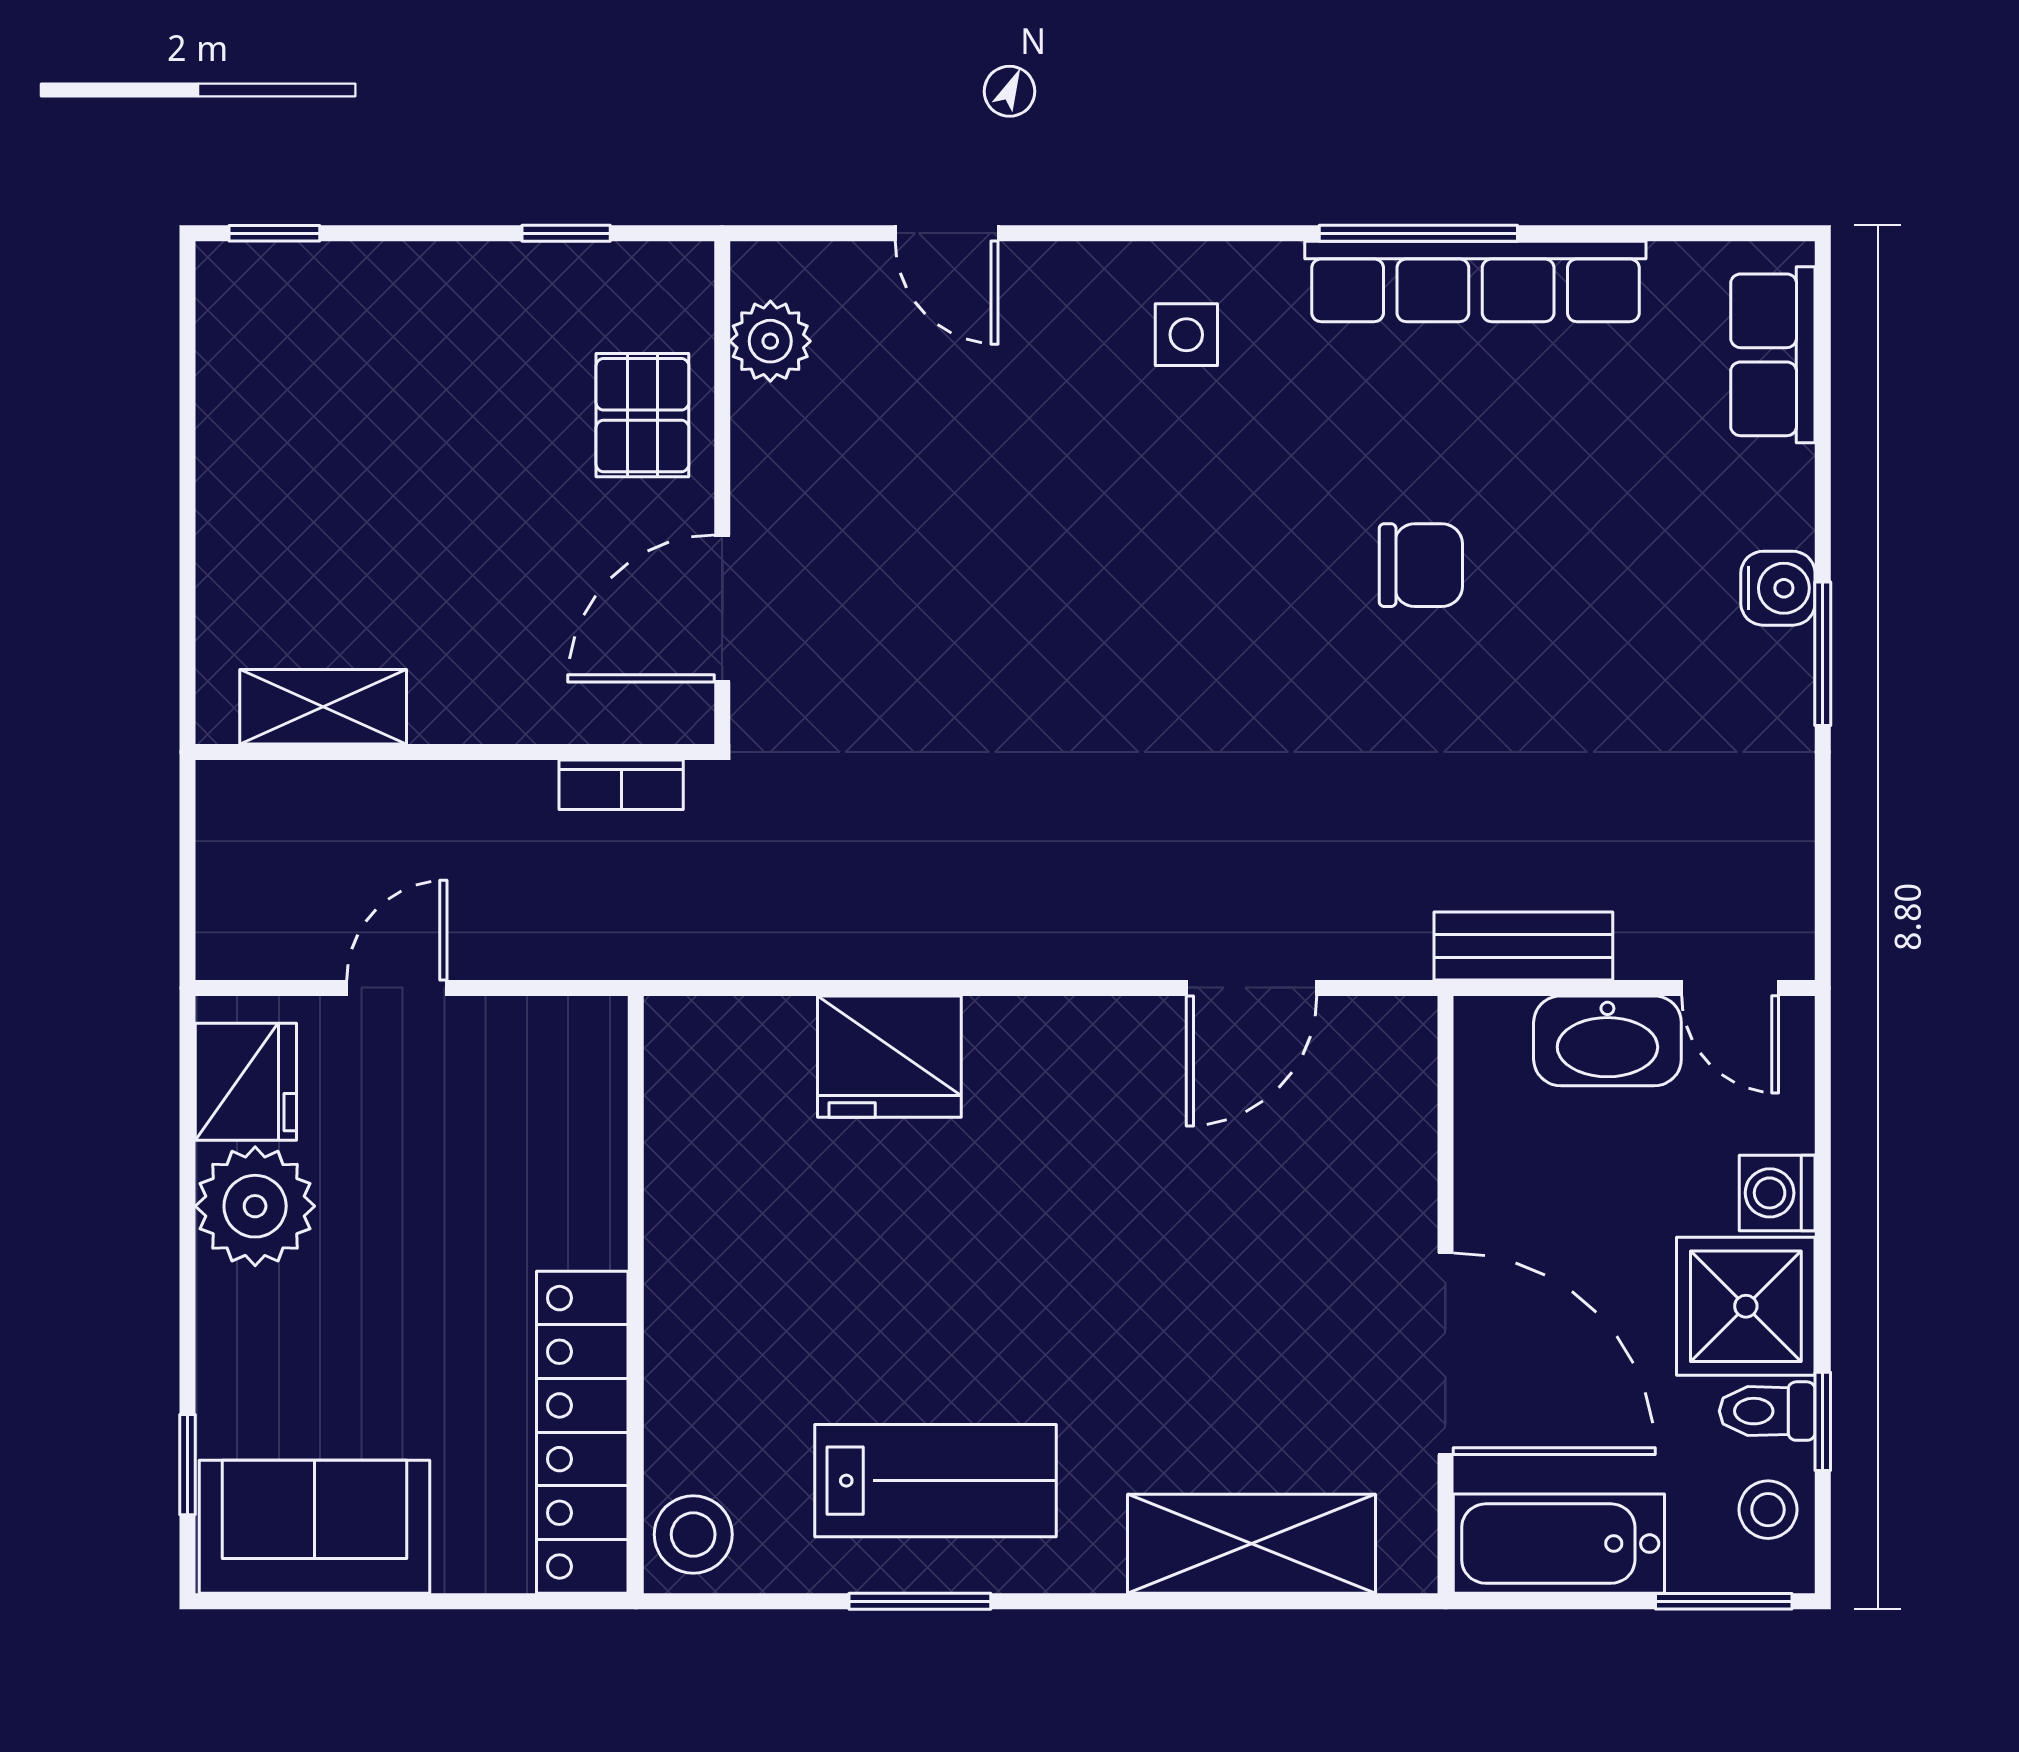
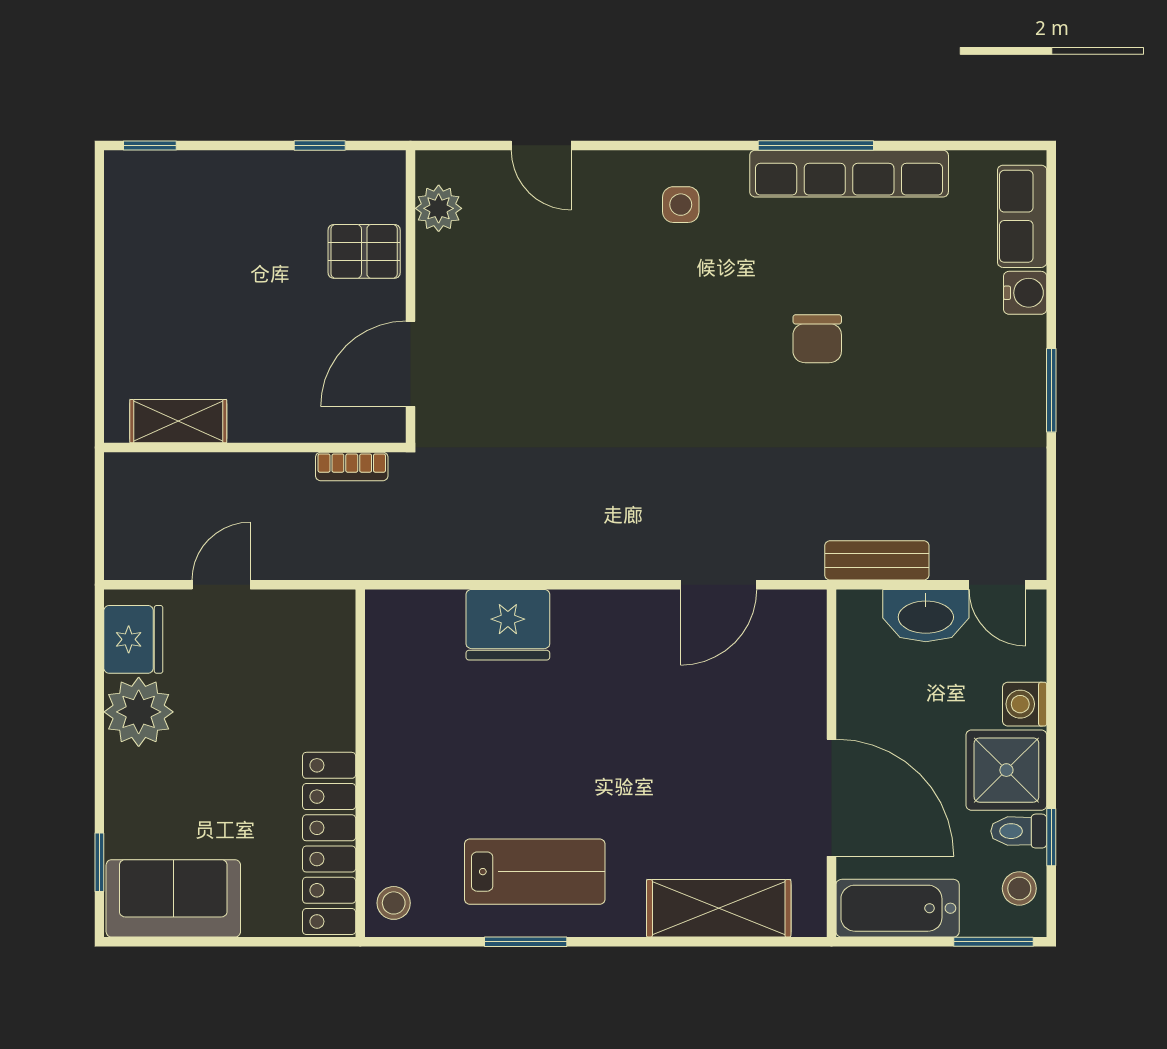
pallet: (642, 415) -> (364, 251), turned 90
chair: (1421, 565) -> (817, 339), turned 90
water cooler: (1778, 588) -> (1025, 293), moved
stool: (693, 1534) -> (394, 903), width x0.73, depth x0.73

